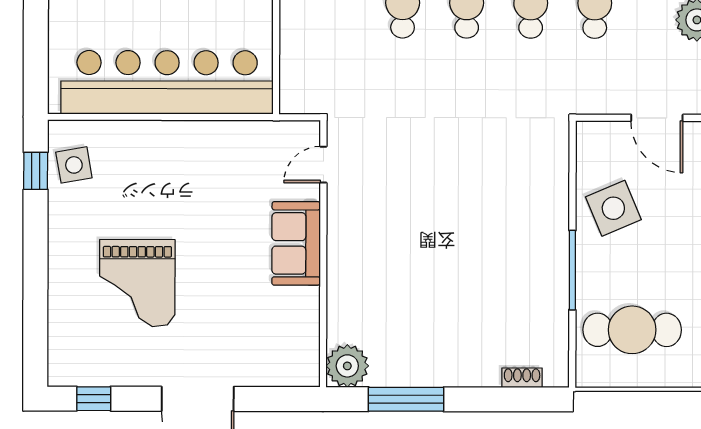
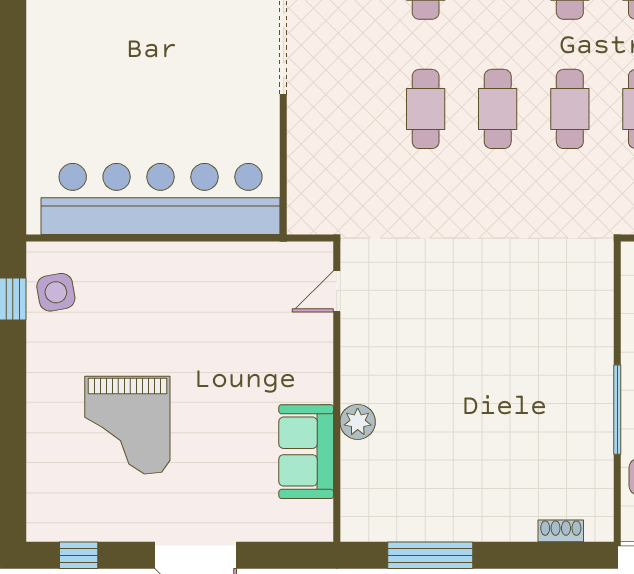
sofa: (296, 243) -> (306, 452), moved
plant: (347, 366) -> (358, 422), moved, width x0.73, depth x0.73

